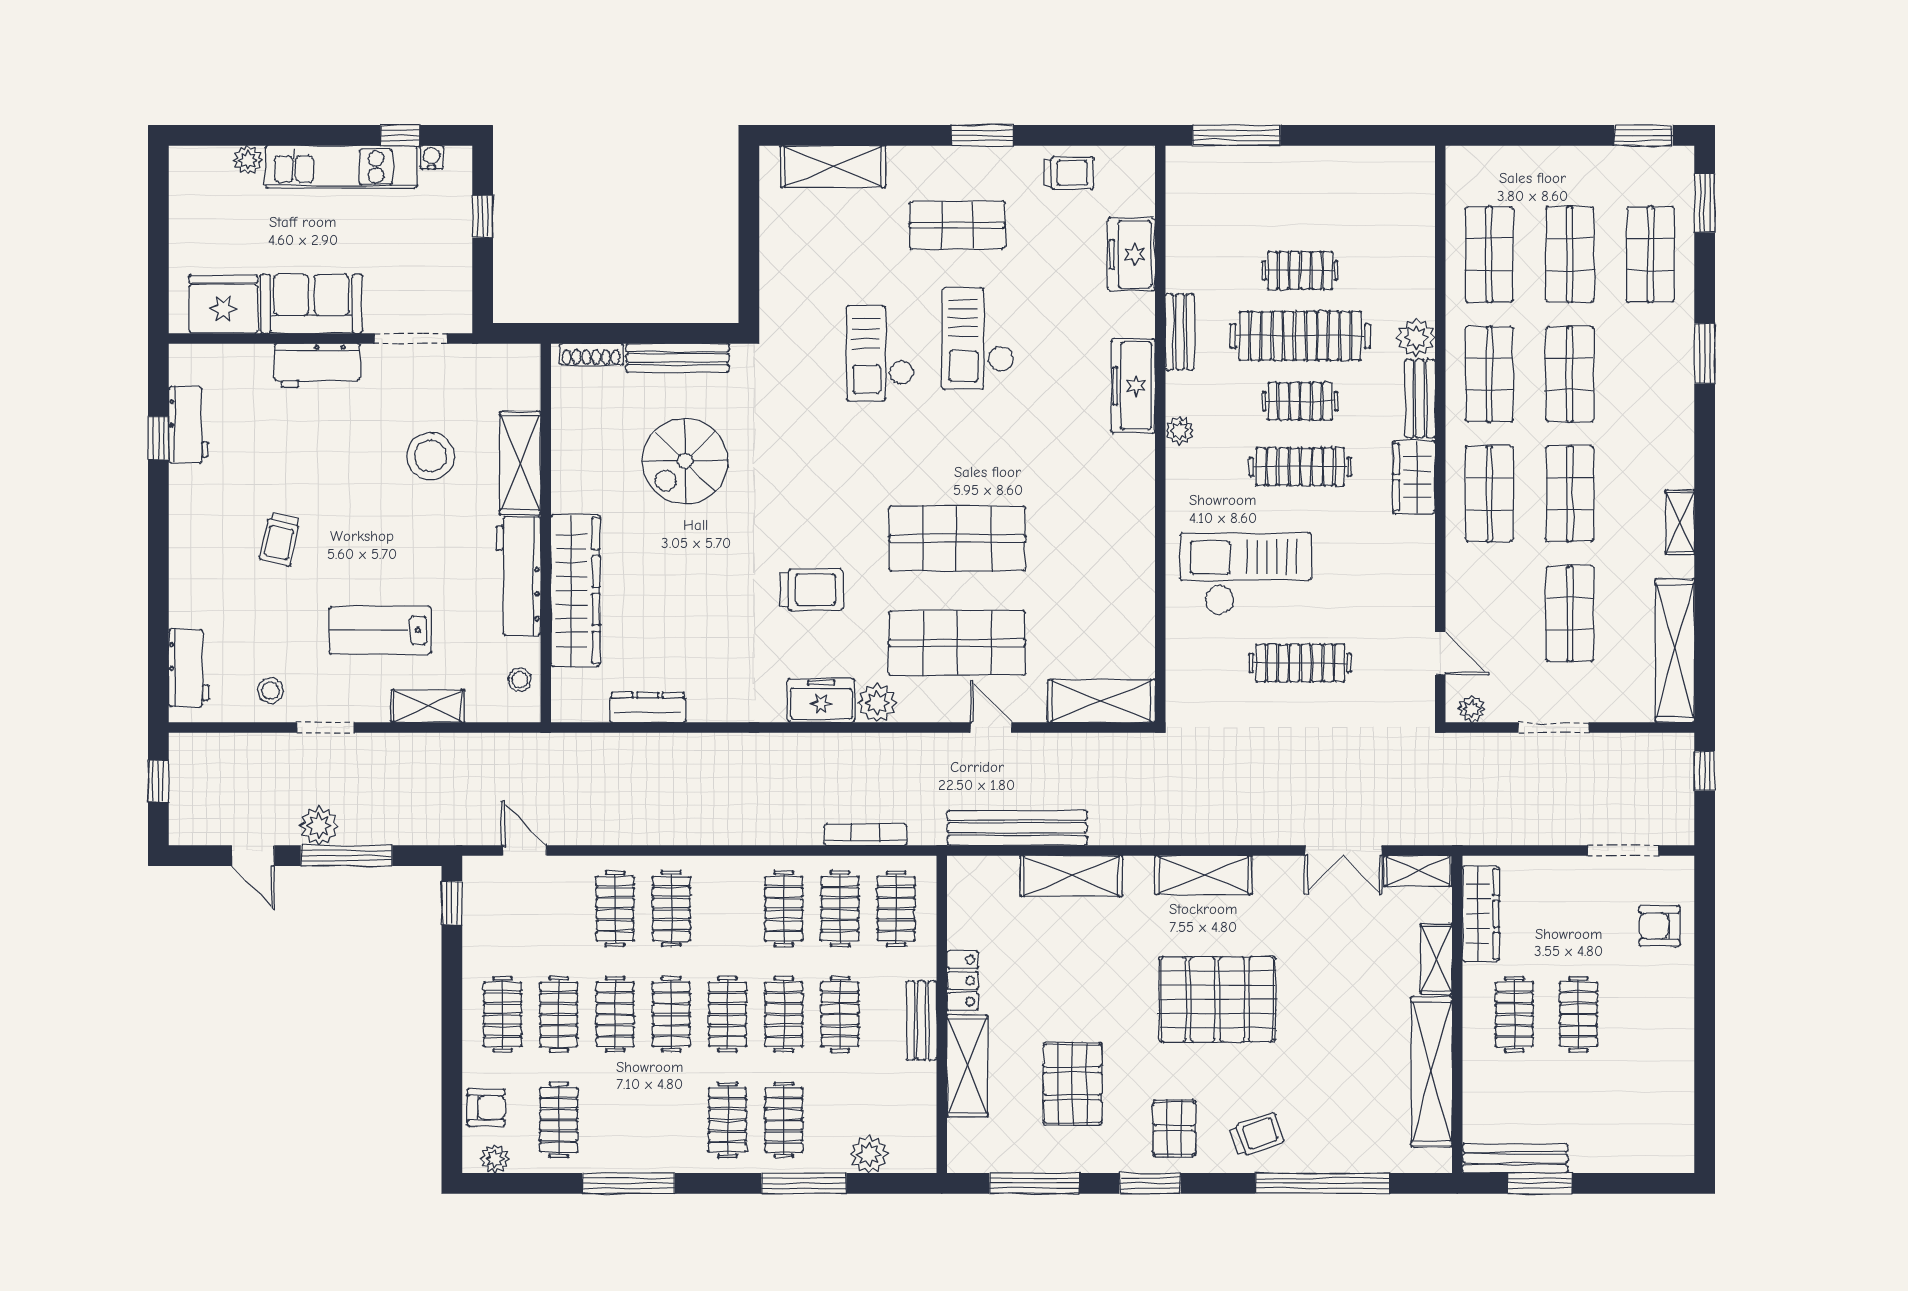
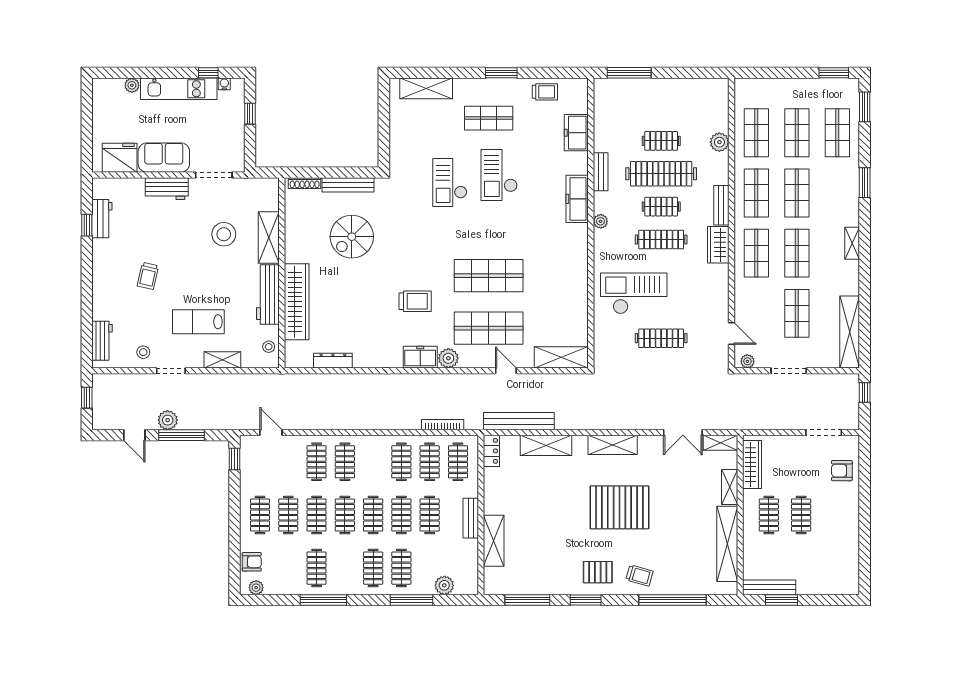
plant: (1416, 338) -> (719, 142), moved
shelving: (1680, 522) -> (852, 243), moved
locker: (963, 981) -> (491, 451), moved
pallet: (1073, 1084) -> (547, 550), removed
clothes rail: (559, 1120) -> (317, 568), moved
pallet: (1174, 1128) -> (598, 572), turned 90
trolley: (1257, 1135) -> (639, 575), turned 35

